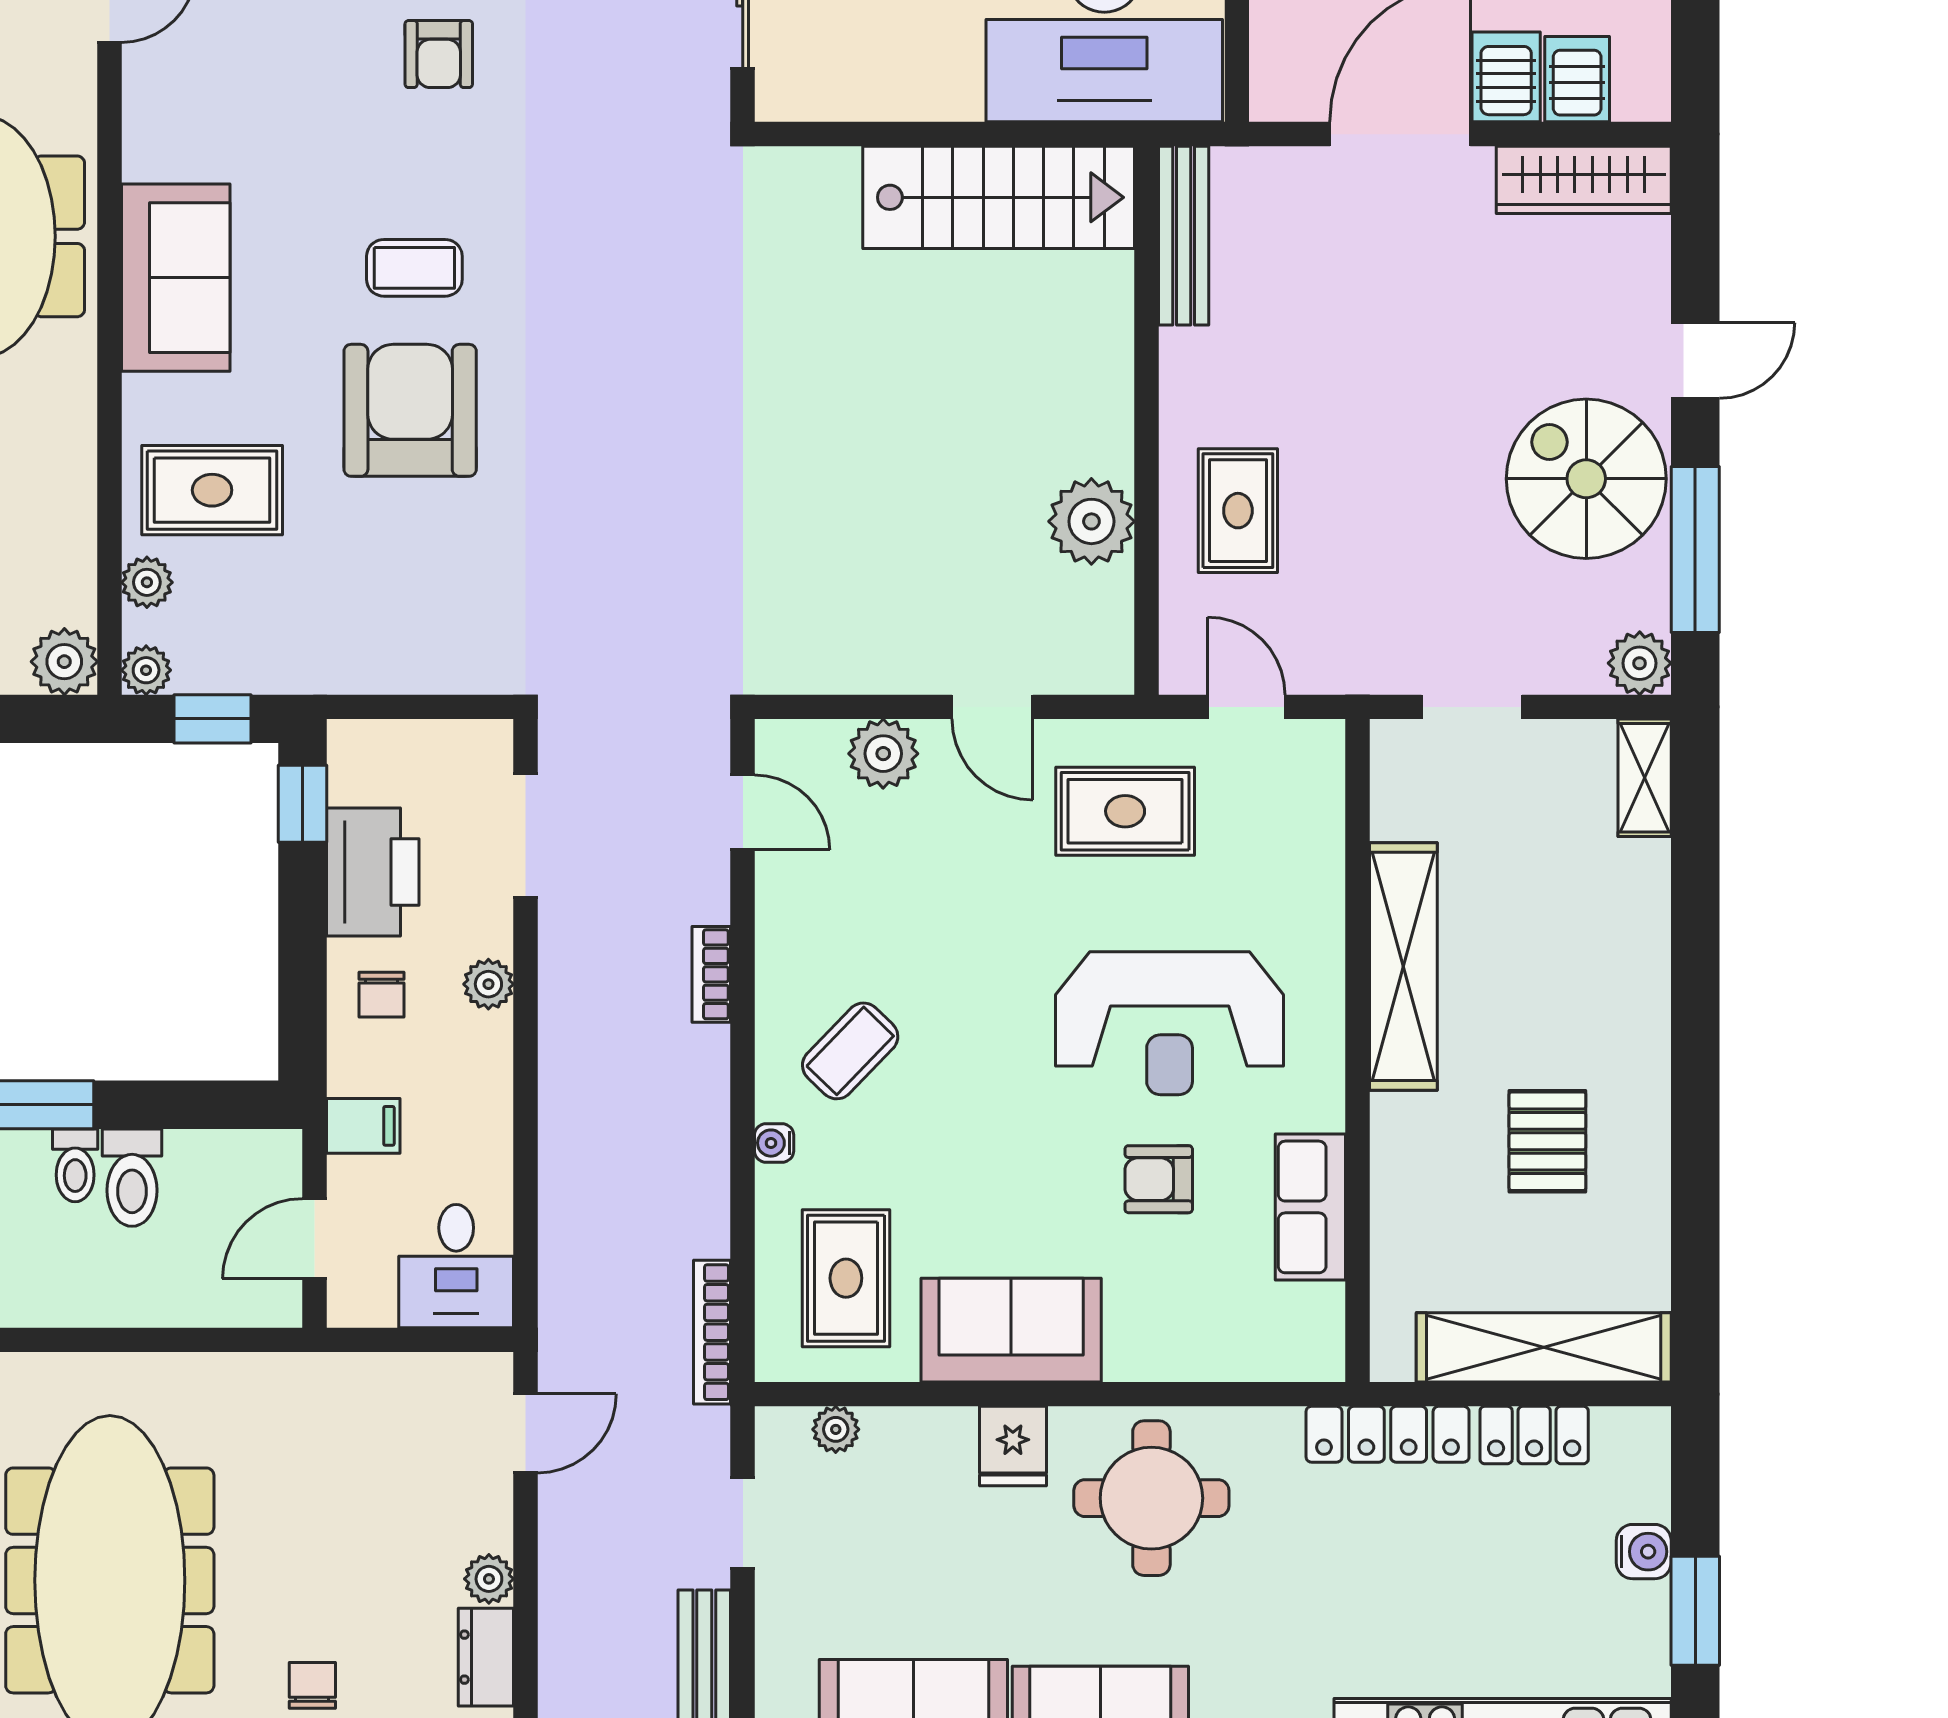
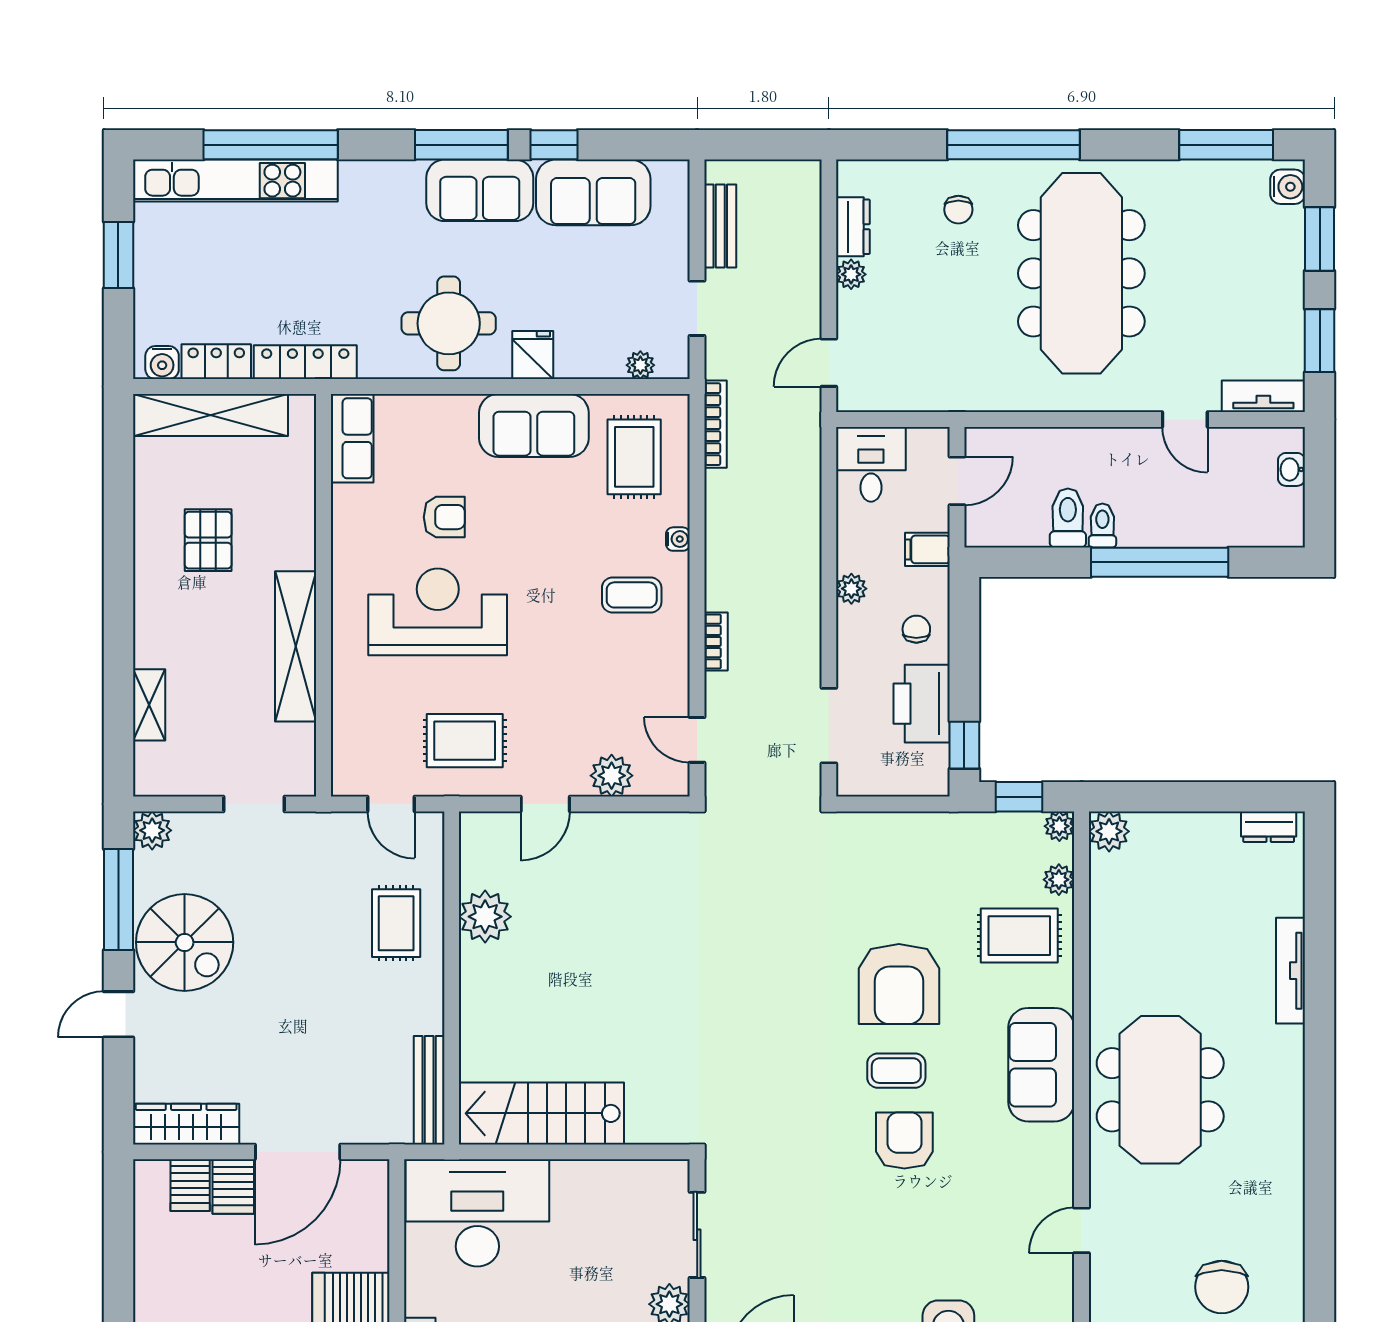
armchair: (439, 54) -> (904, 1141), moved, width x1.38, depth x1.38
door: (992, 707) -> (545, 804), swing flipped
shelving: (1645, 778) -> (149, 705), moved
plant: (488, 984) -> (851, 589), moved
coffee table: (850, 1051) -> (632, 595), turned 46
row of seats: (1310, 1207) -> (352, 438), moved
water cooler: (1644, 1552) -> (162, 363), moved, turned -90

